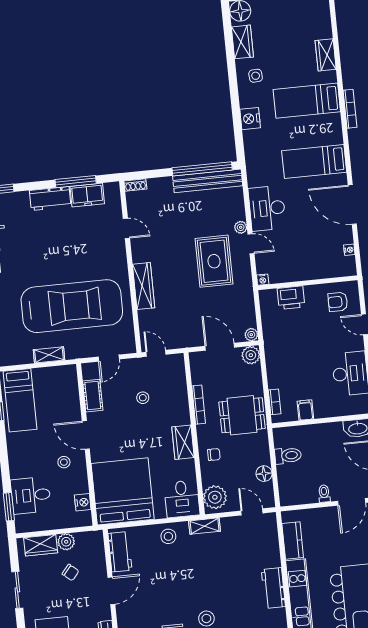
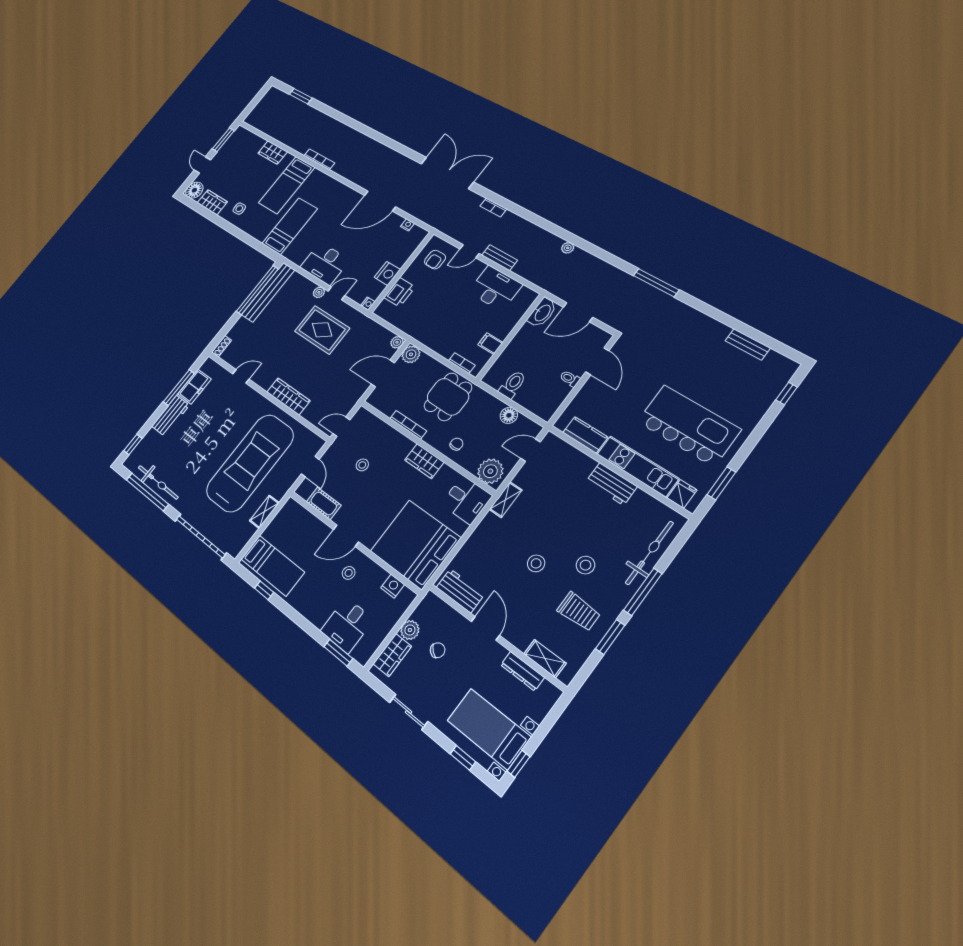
nightstand: (250, 119) -> (387, 273), moved, turned -90
bed: (314, 161) -> (290, 226), moved, turned 180
stool: (168, 536) -> (536, 563), moved

